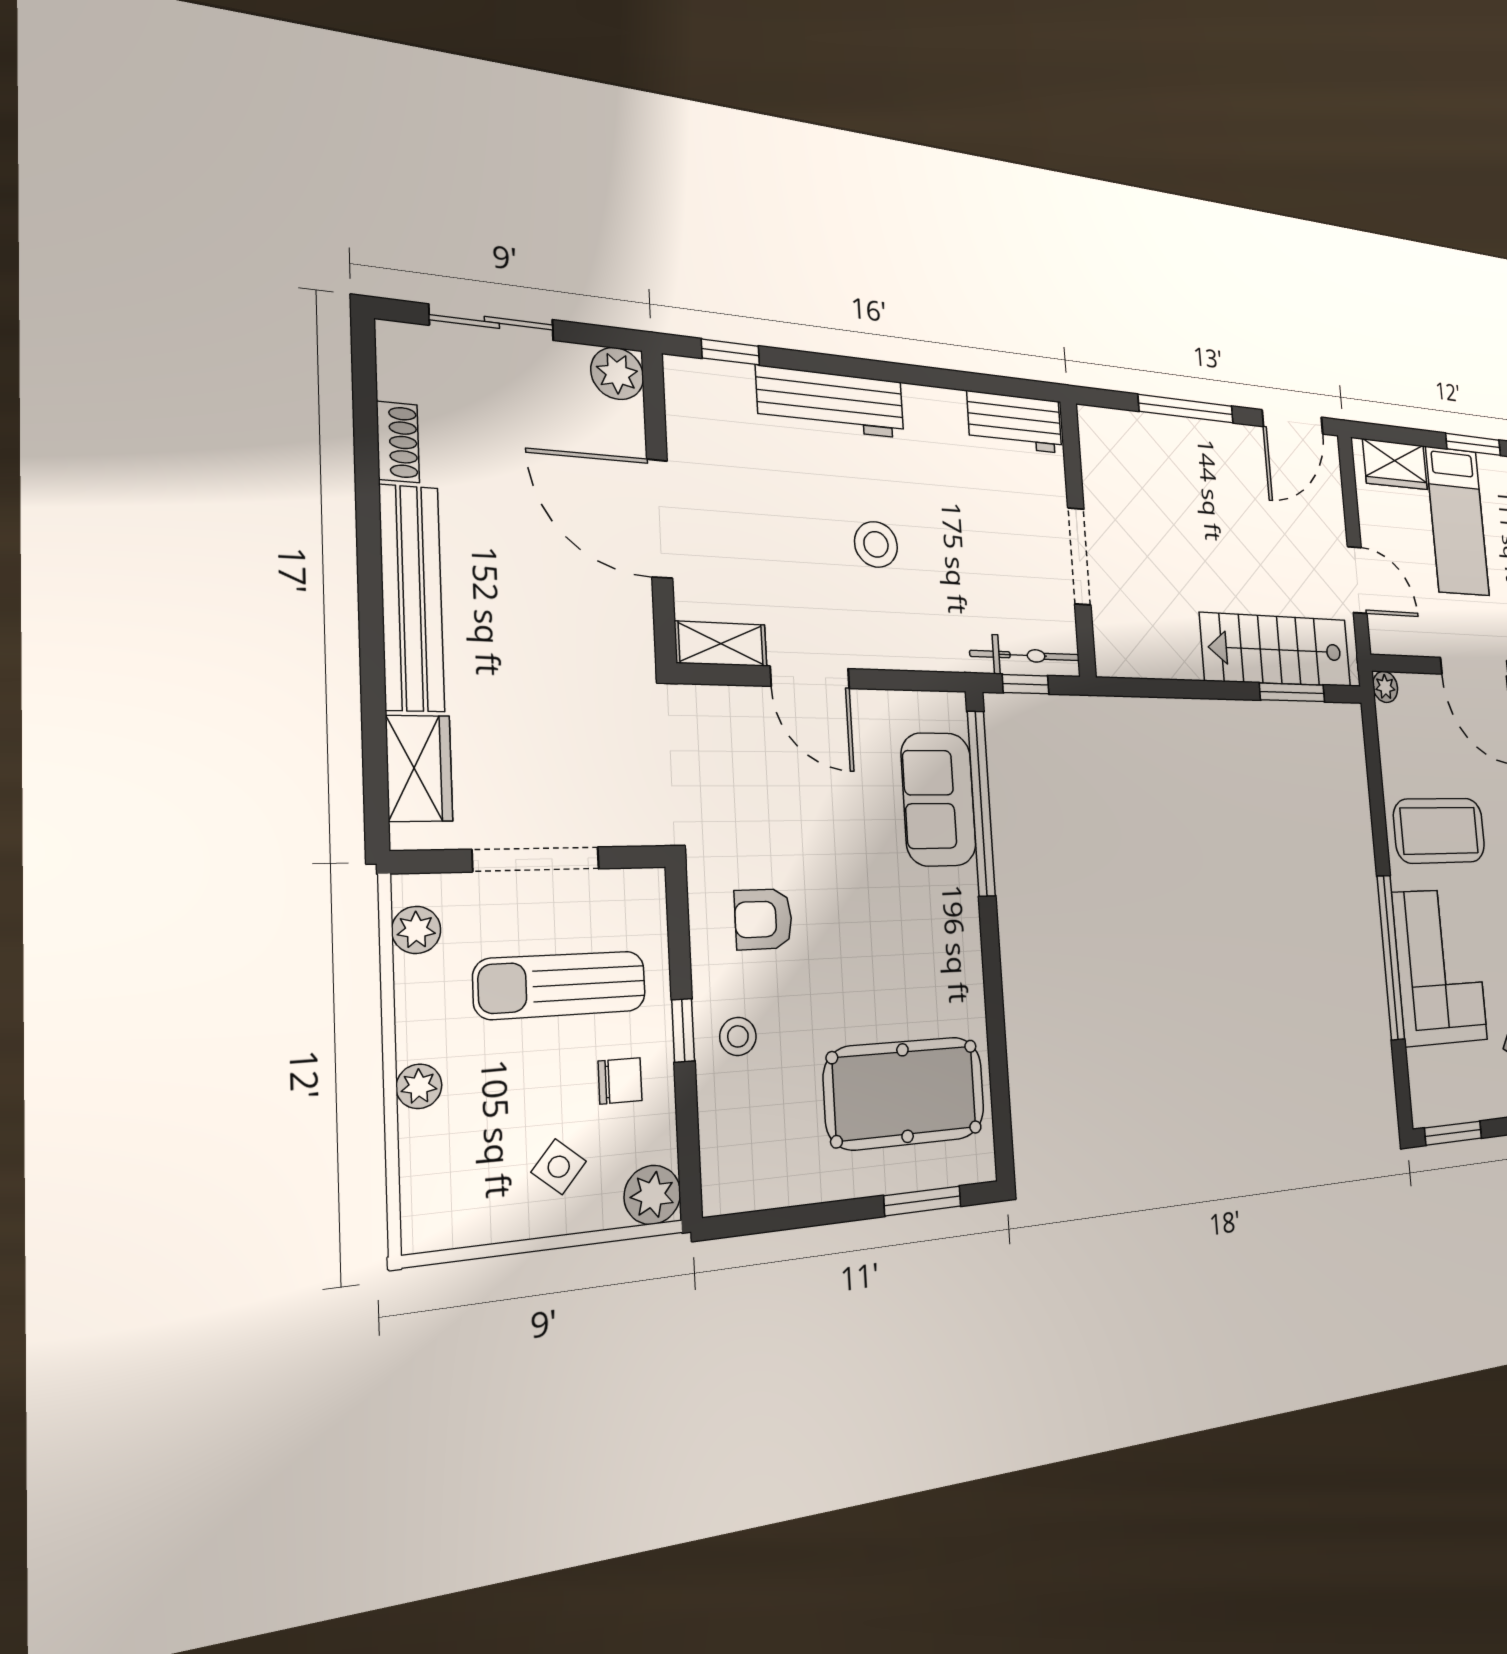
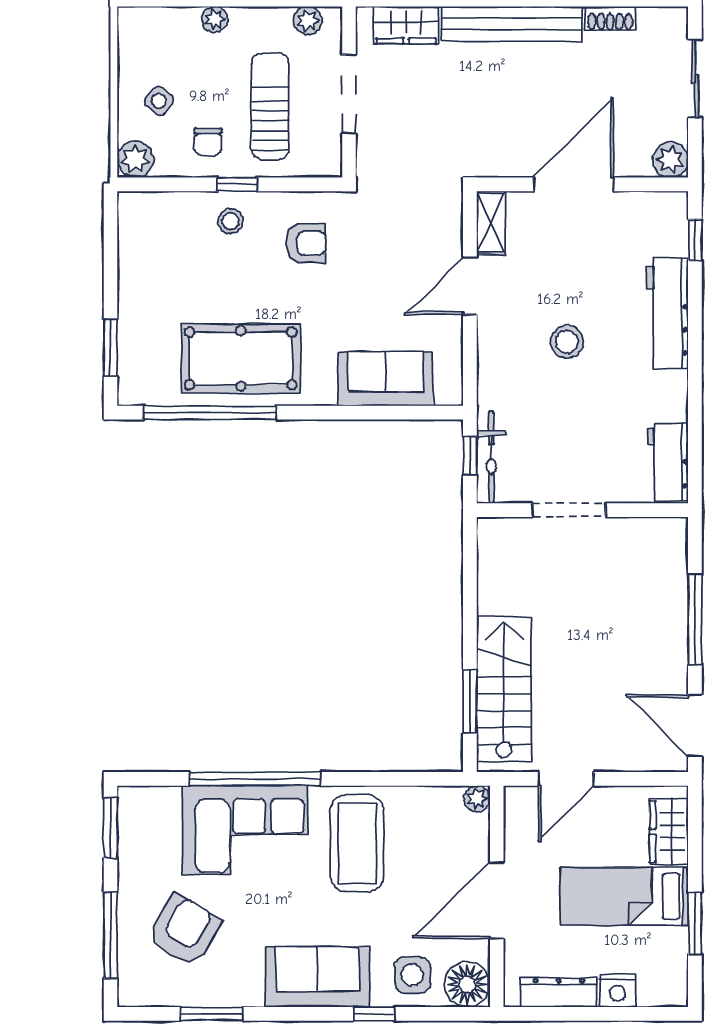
window: (981, 803) -> (210, 413), moved
armchair: (764, 919) -> (306, 243), turned 90
pool table: (905, 1093) -> (241, 358), moved, turned 90

